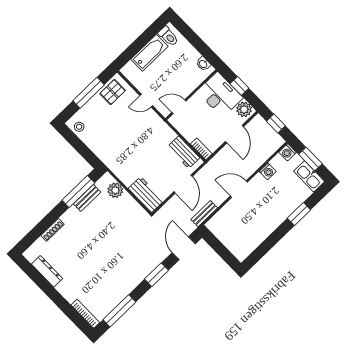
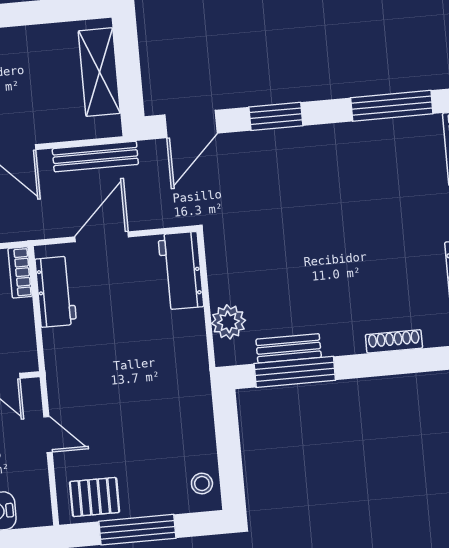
bench: (204, 214) -> (95, 157), width x1.36
shelving: (230, 241) -> (99, 72), added

